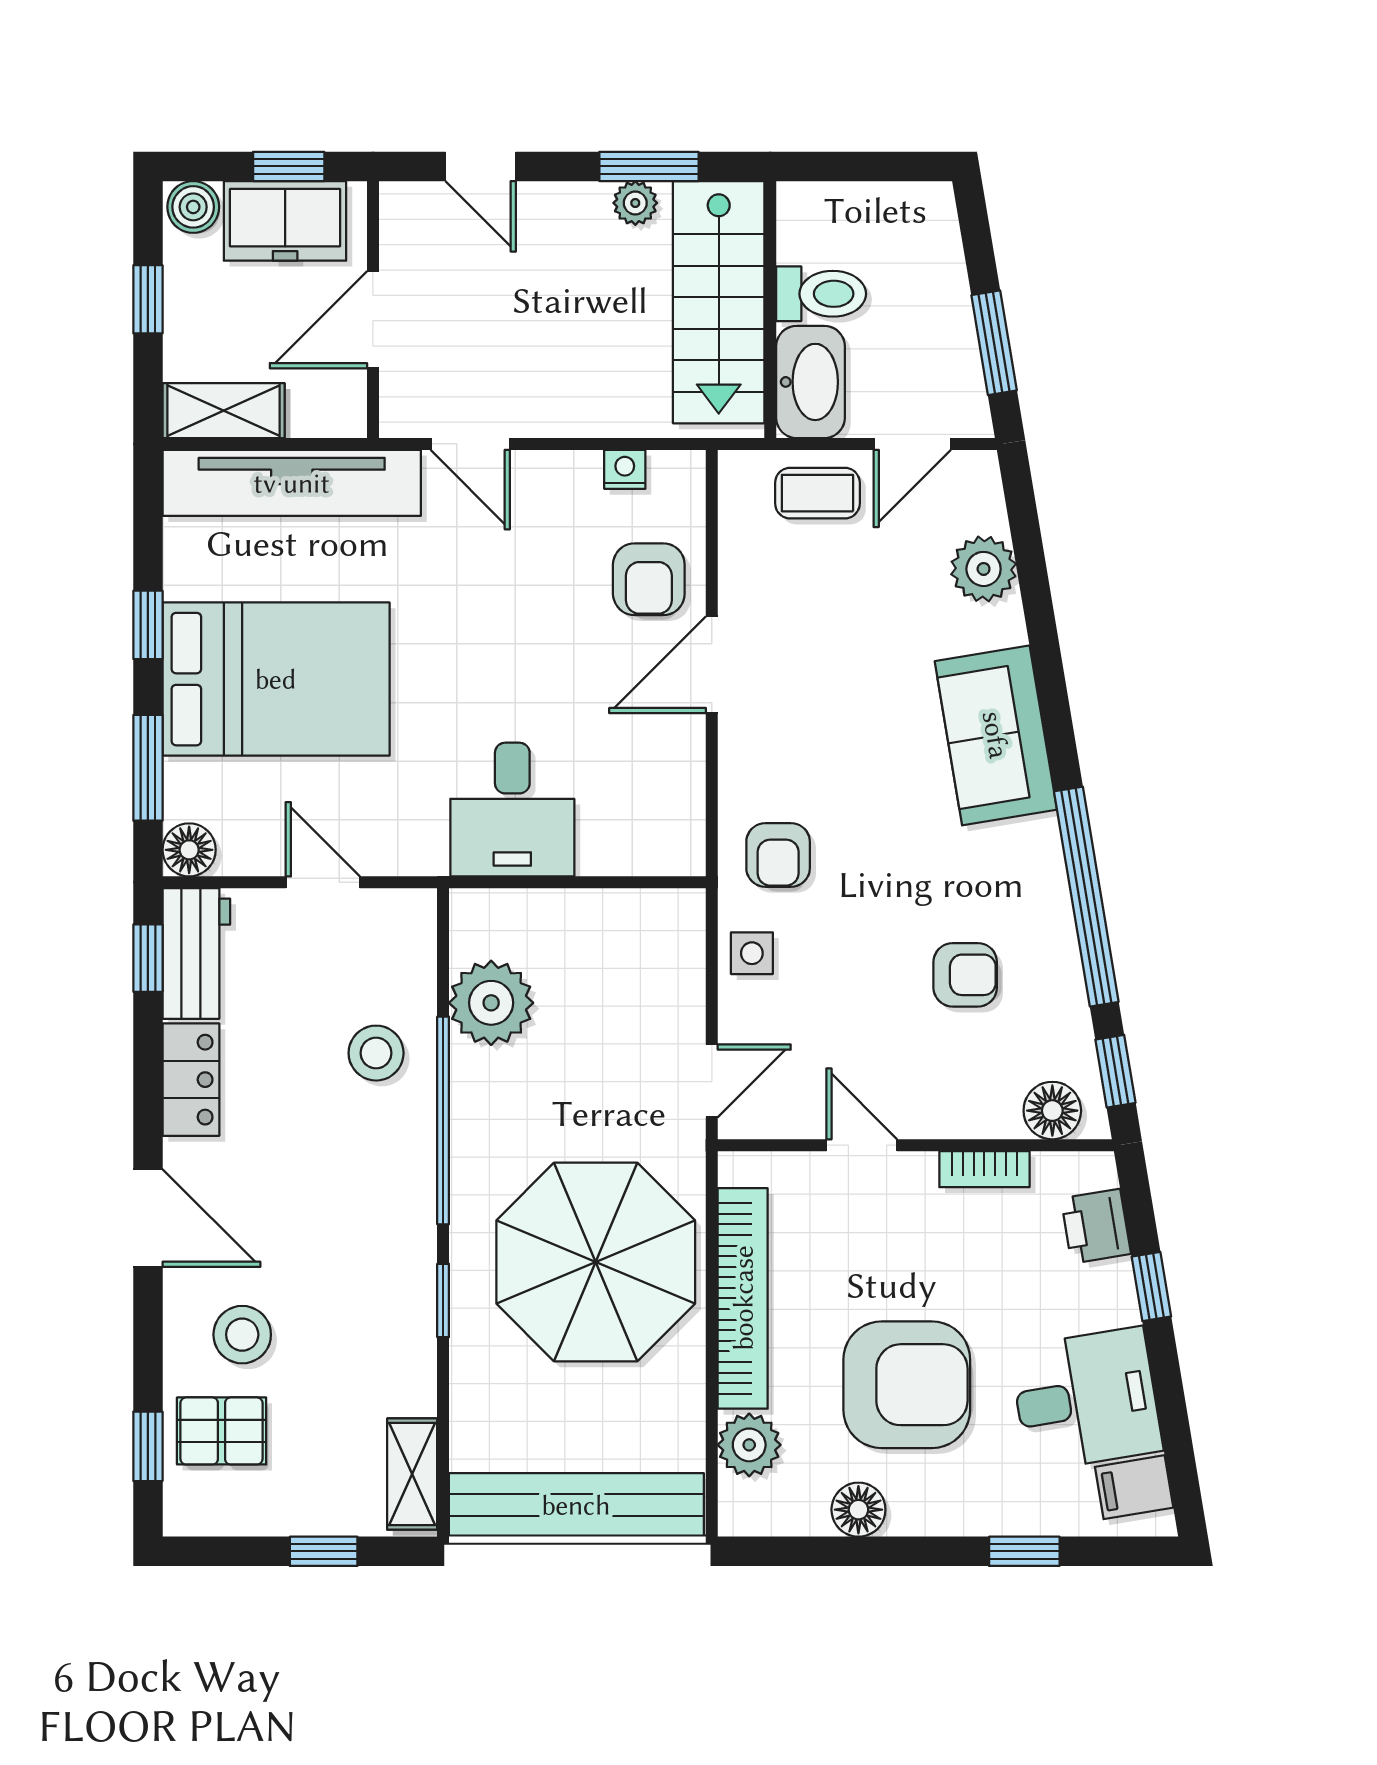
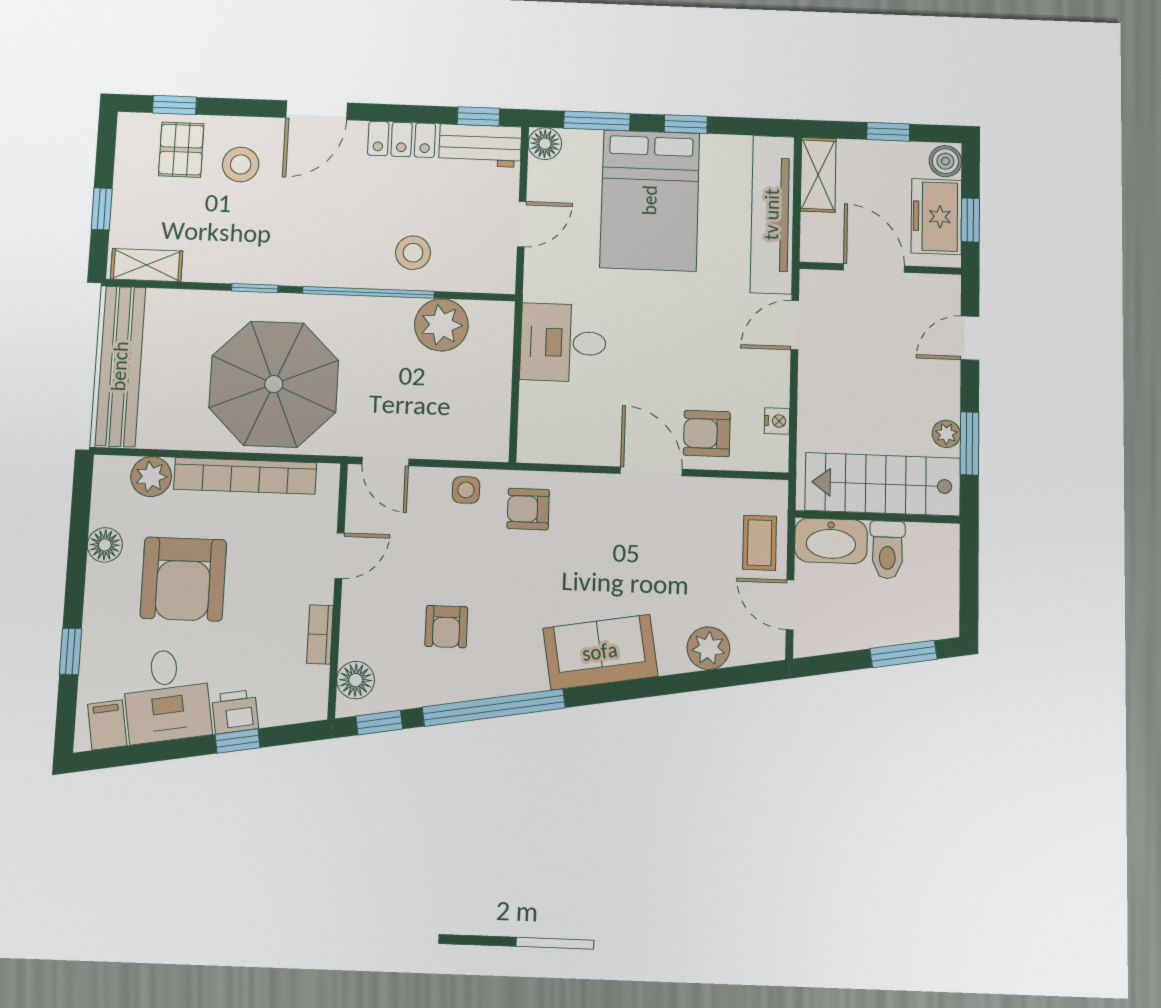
window: (994, 343) -> (903, 654), moved
printer: (1096, 1226) -> (235, 712), moved

